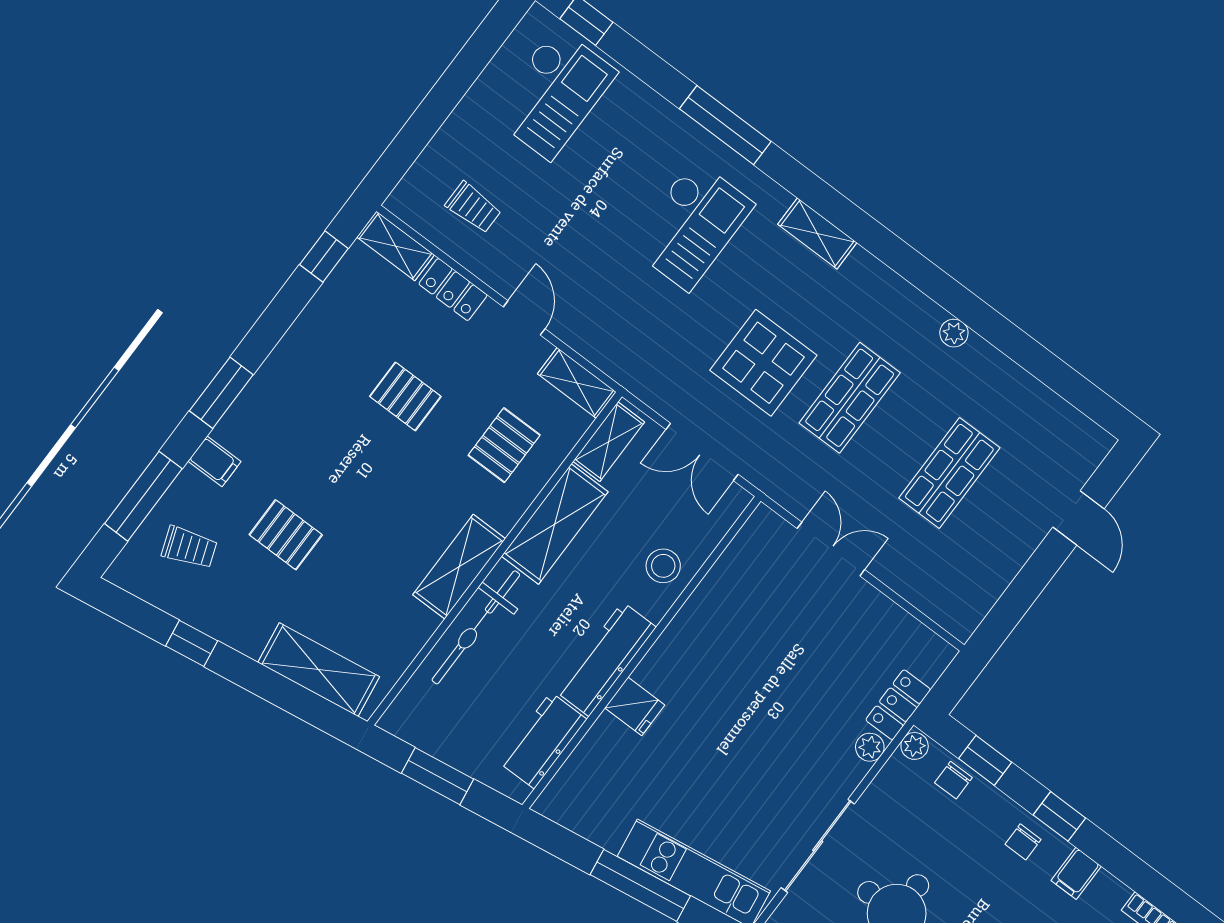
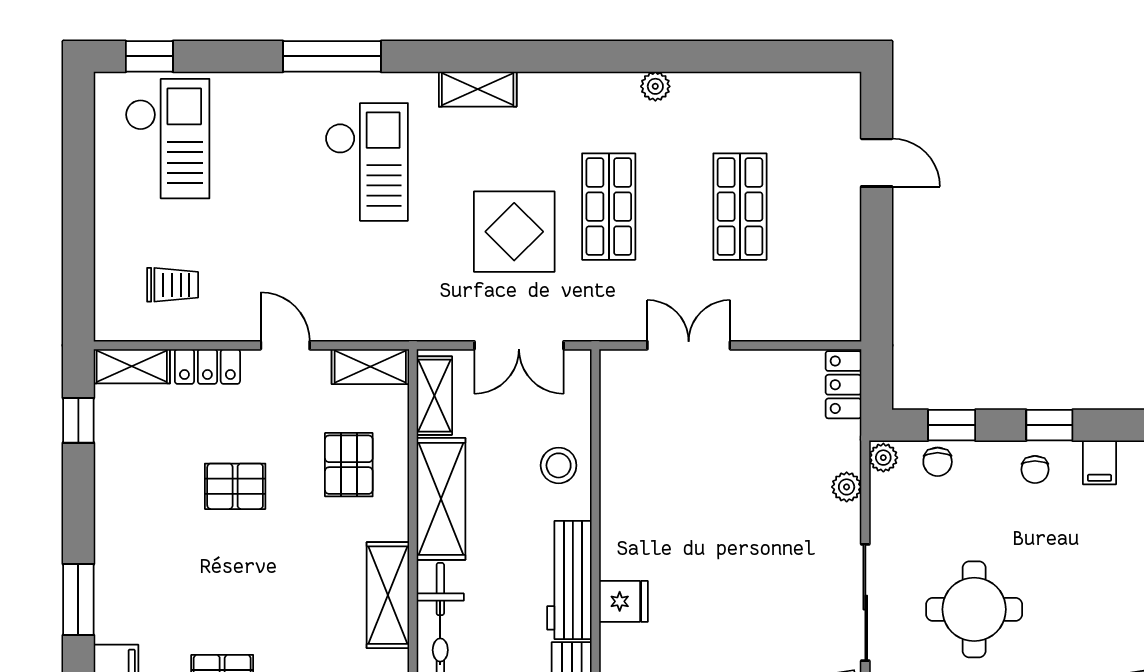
locker: (898, 705) -> (843, 385), moved

